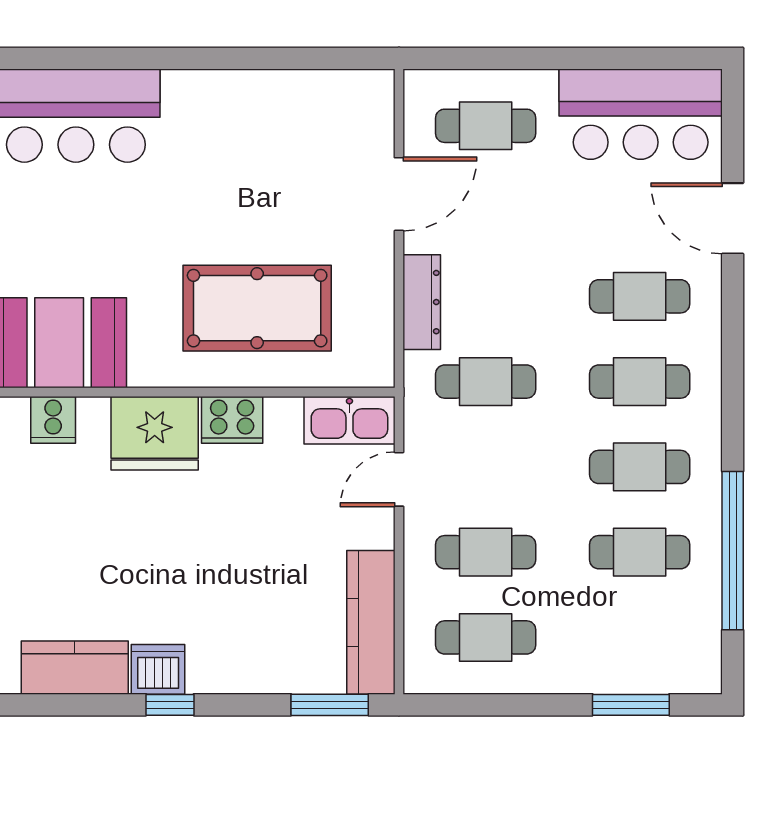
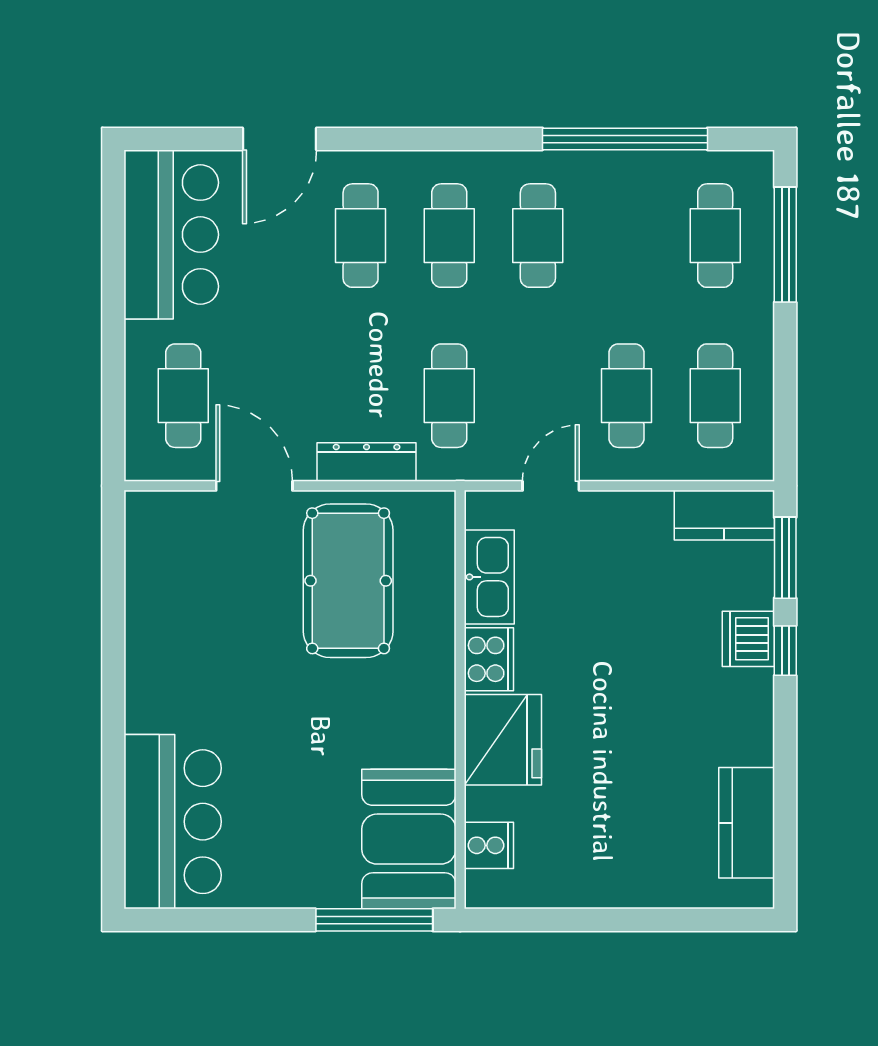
pool table: (257, 308) -> (348, 581), moved
kitchen sink: (349, 420) -> (489, 577), moved
door: (399, 479) -> (551, 486), swing flipped
cafe table: (640, 552) -> (715, 236), moved
kitchen counter: (371, 622) -> (724, 515), width x0.67
dishwasher: (158, 669) -> (748, 639), moved
window: (170, 705) -> (785, 651), moved
window: (631, 705) -> (785, 245), width x1.44

